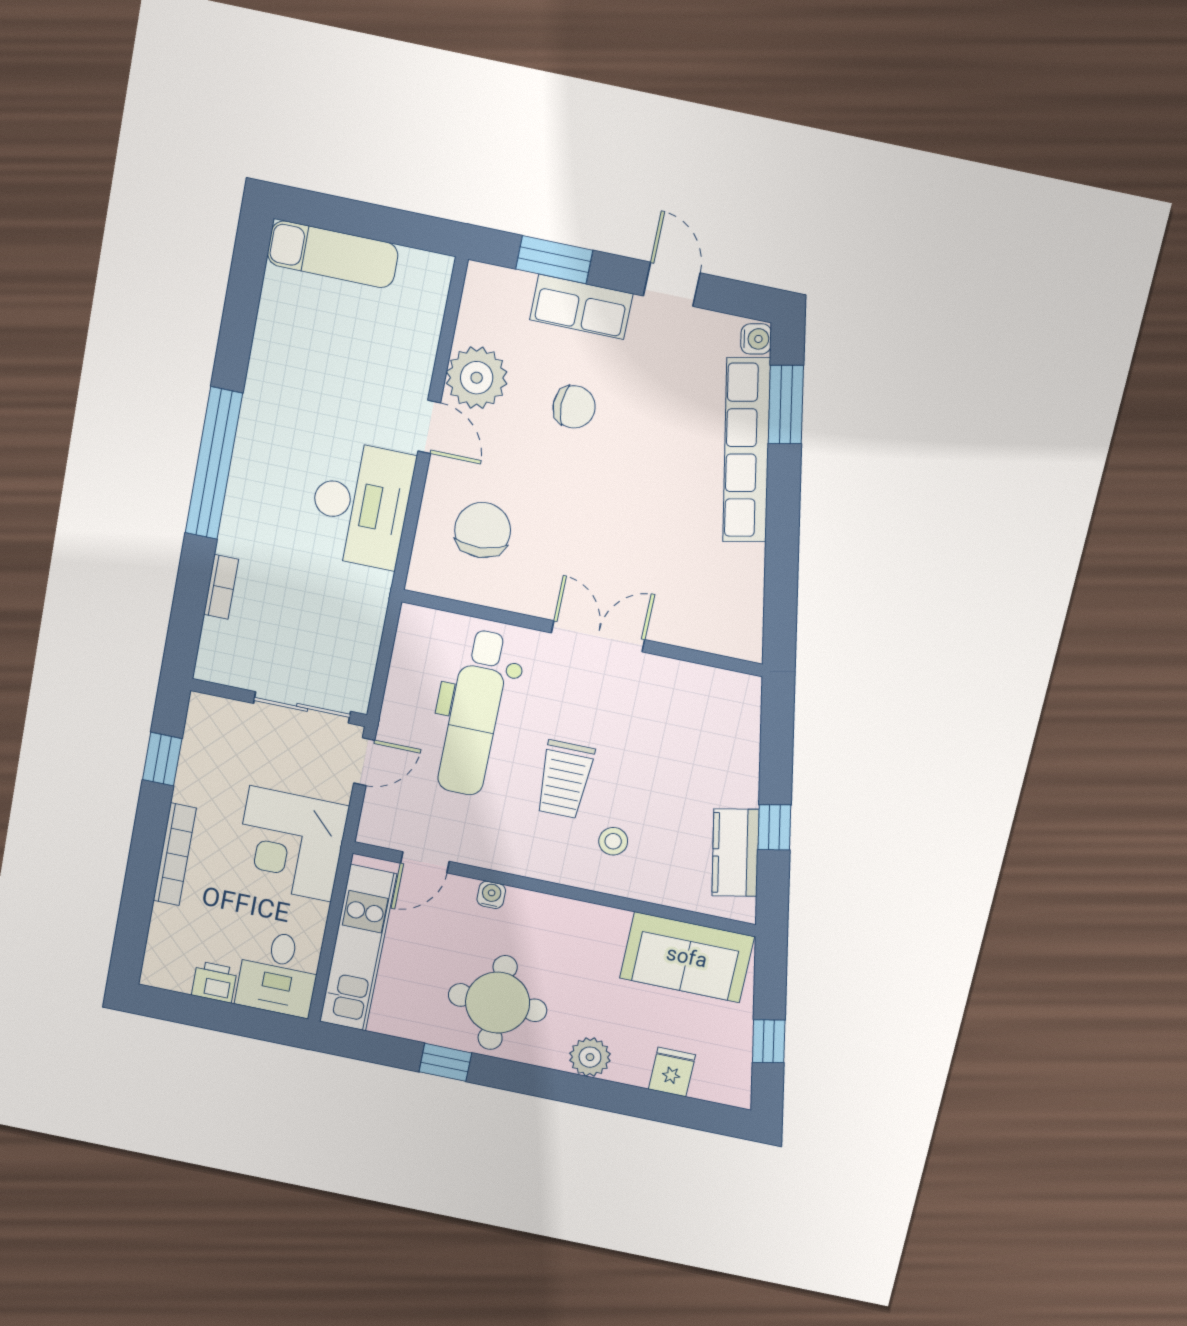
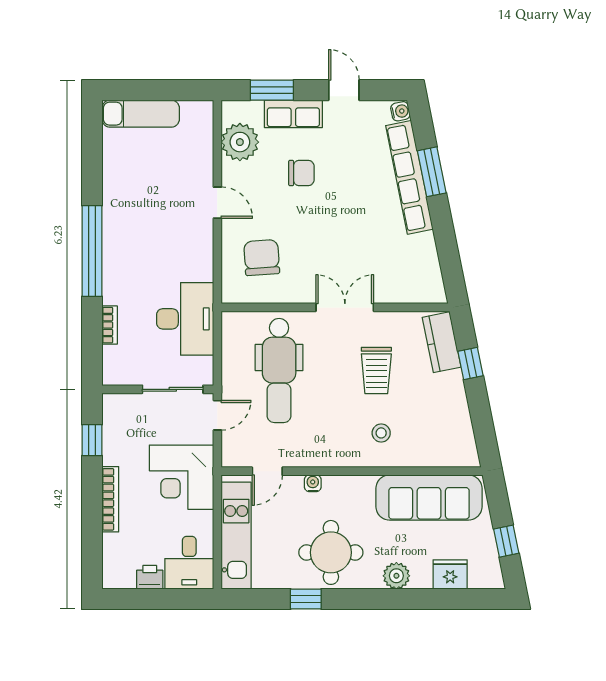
plant: (477, 378) -> (240, 142), moved
window: (786, 404) -> (432, 172), moved
desk: (361, 505) -> (185, 319), moved
trolley: (565, 779) -> (376, 370), moved
window: (774, 827) -> (470, 363), moved
kitchen counter: (735, 853) -> (442, 342), moved
sofa: (687, 957) -> (429, 497), width x1.36
fridge: (672, 1072) -> (450, 574), width x1.38

